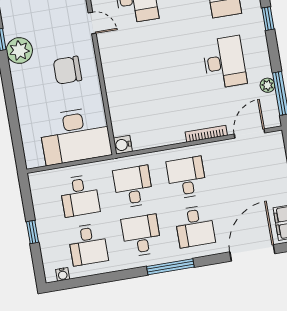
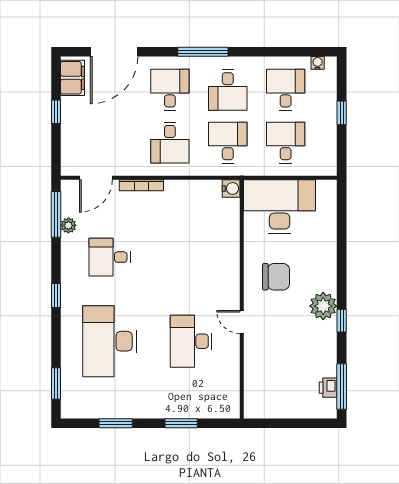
desk: (224, 62) -> (110, 257), width x0.73
desk: (133, 187) -> (228, 143), turned 180

